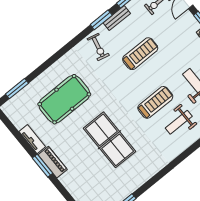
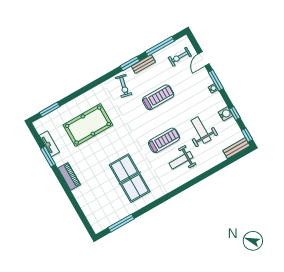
tv unit: (32, 139) -> (49, 144), moved
table tennis table: (110, 140) -> (130, 178), moved
window: (43, 166) -> (48, 157), moved

